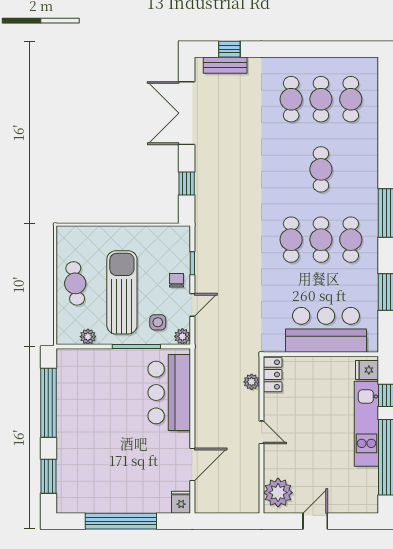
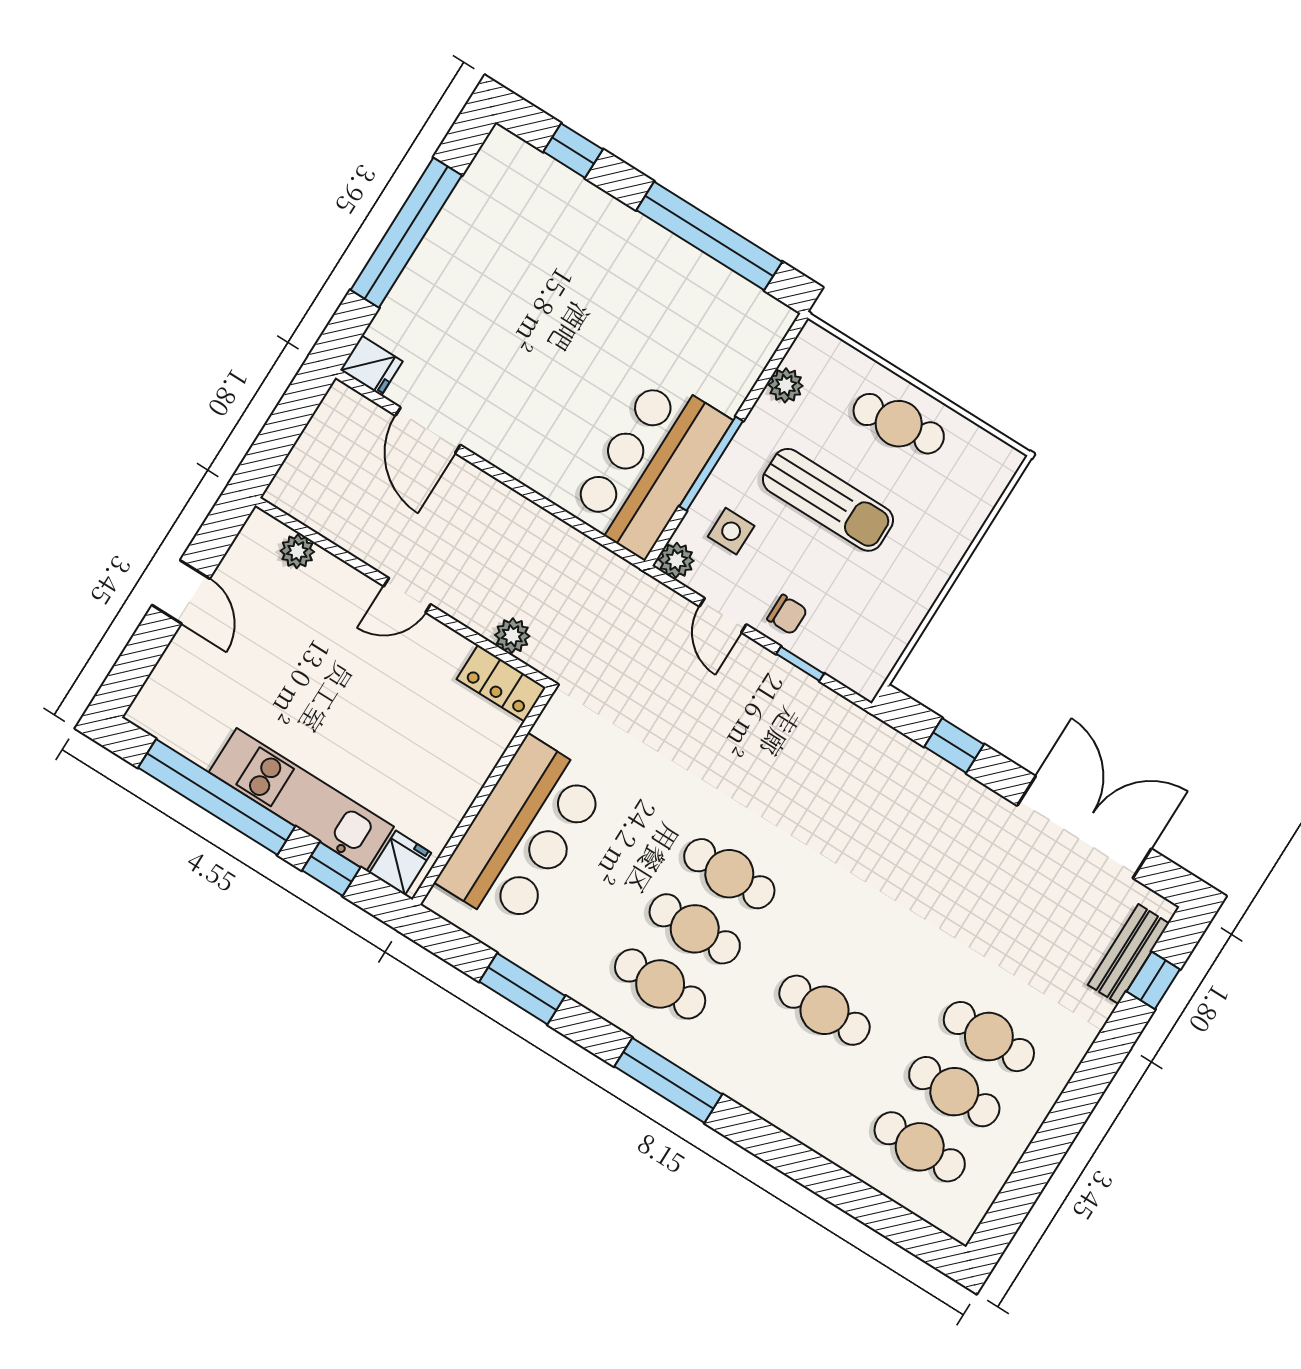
sun lounger: (122, 292) -> (828, 500), width x0.73, depth x0.75
bar counter: (169, 393) -> (650, 466), moved, turned -90
window: (48, 476) -> (573, 151), width x0.67
plant: (278, 493) -> (297, 551), width x0.53, depth x0.53

